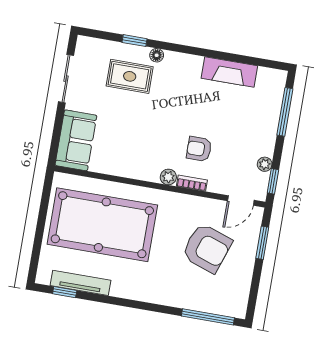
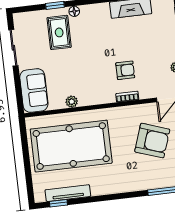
rug: (130, 76) -> (59, 32), turned 90
armchair: (199, 149) -> (125, 70), turned 180
plant: (168, 177) -> (72, 102), moved

